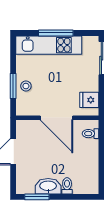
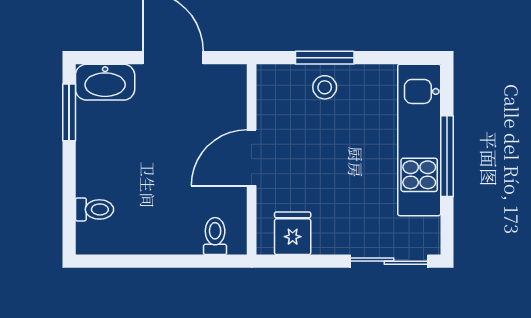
door: (56, 118) -> (252, 158), width x0.73
washbasin: (48, 186) -> (105, 82), moved, turned 90
toilet: (67, 186) -> (95, 209), moved

